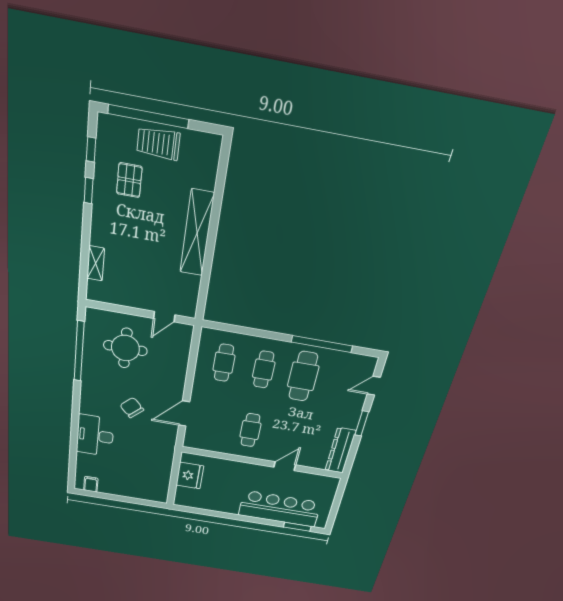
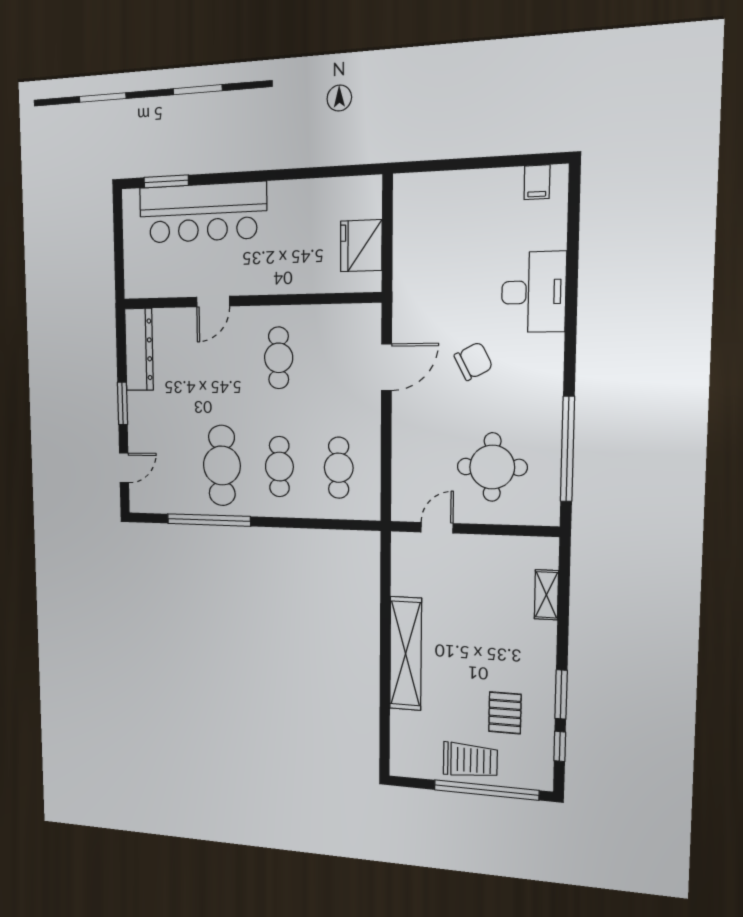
window: (89, 191) -> (561, 694), width x1.50
chair: (132, 408) -> (473, 361), turned -74

